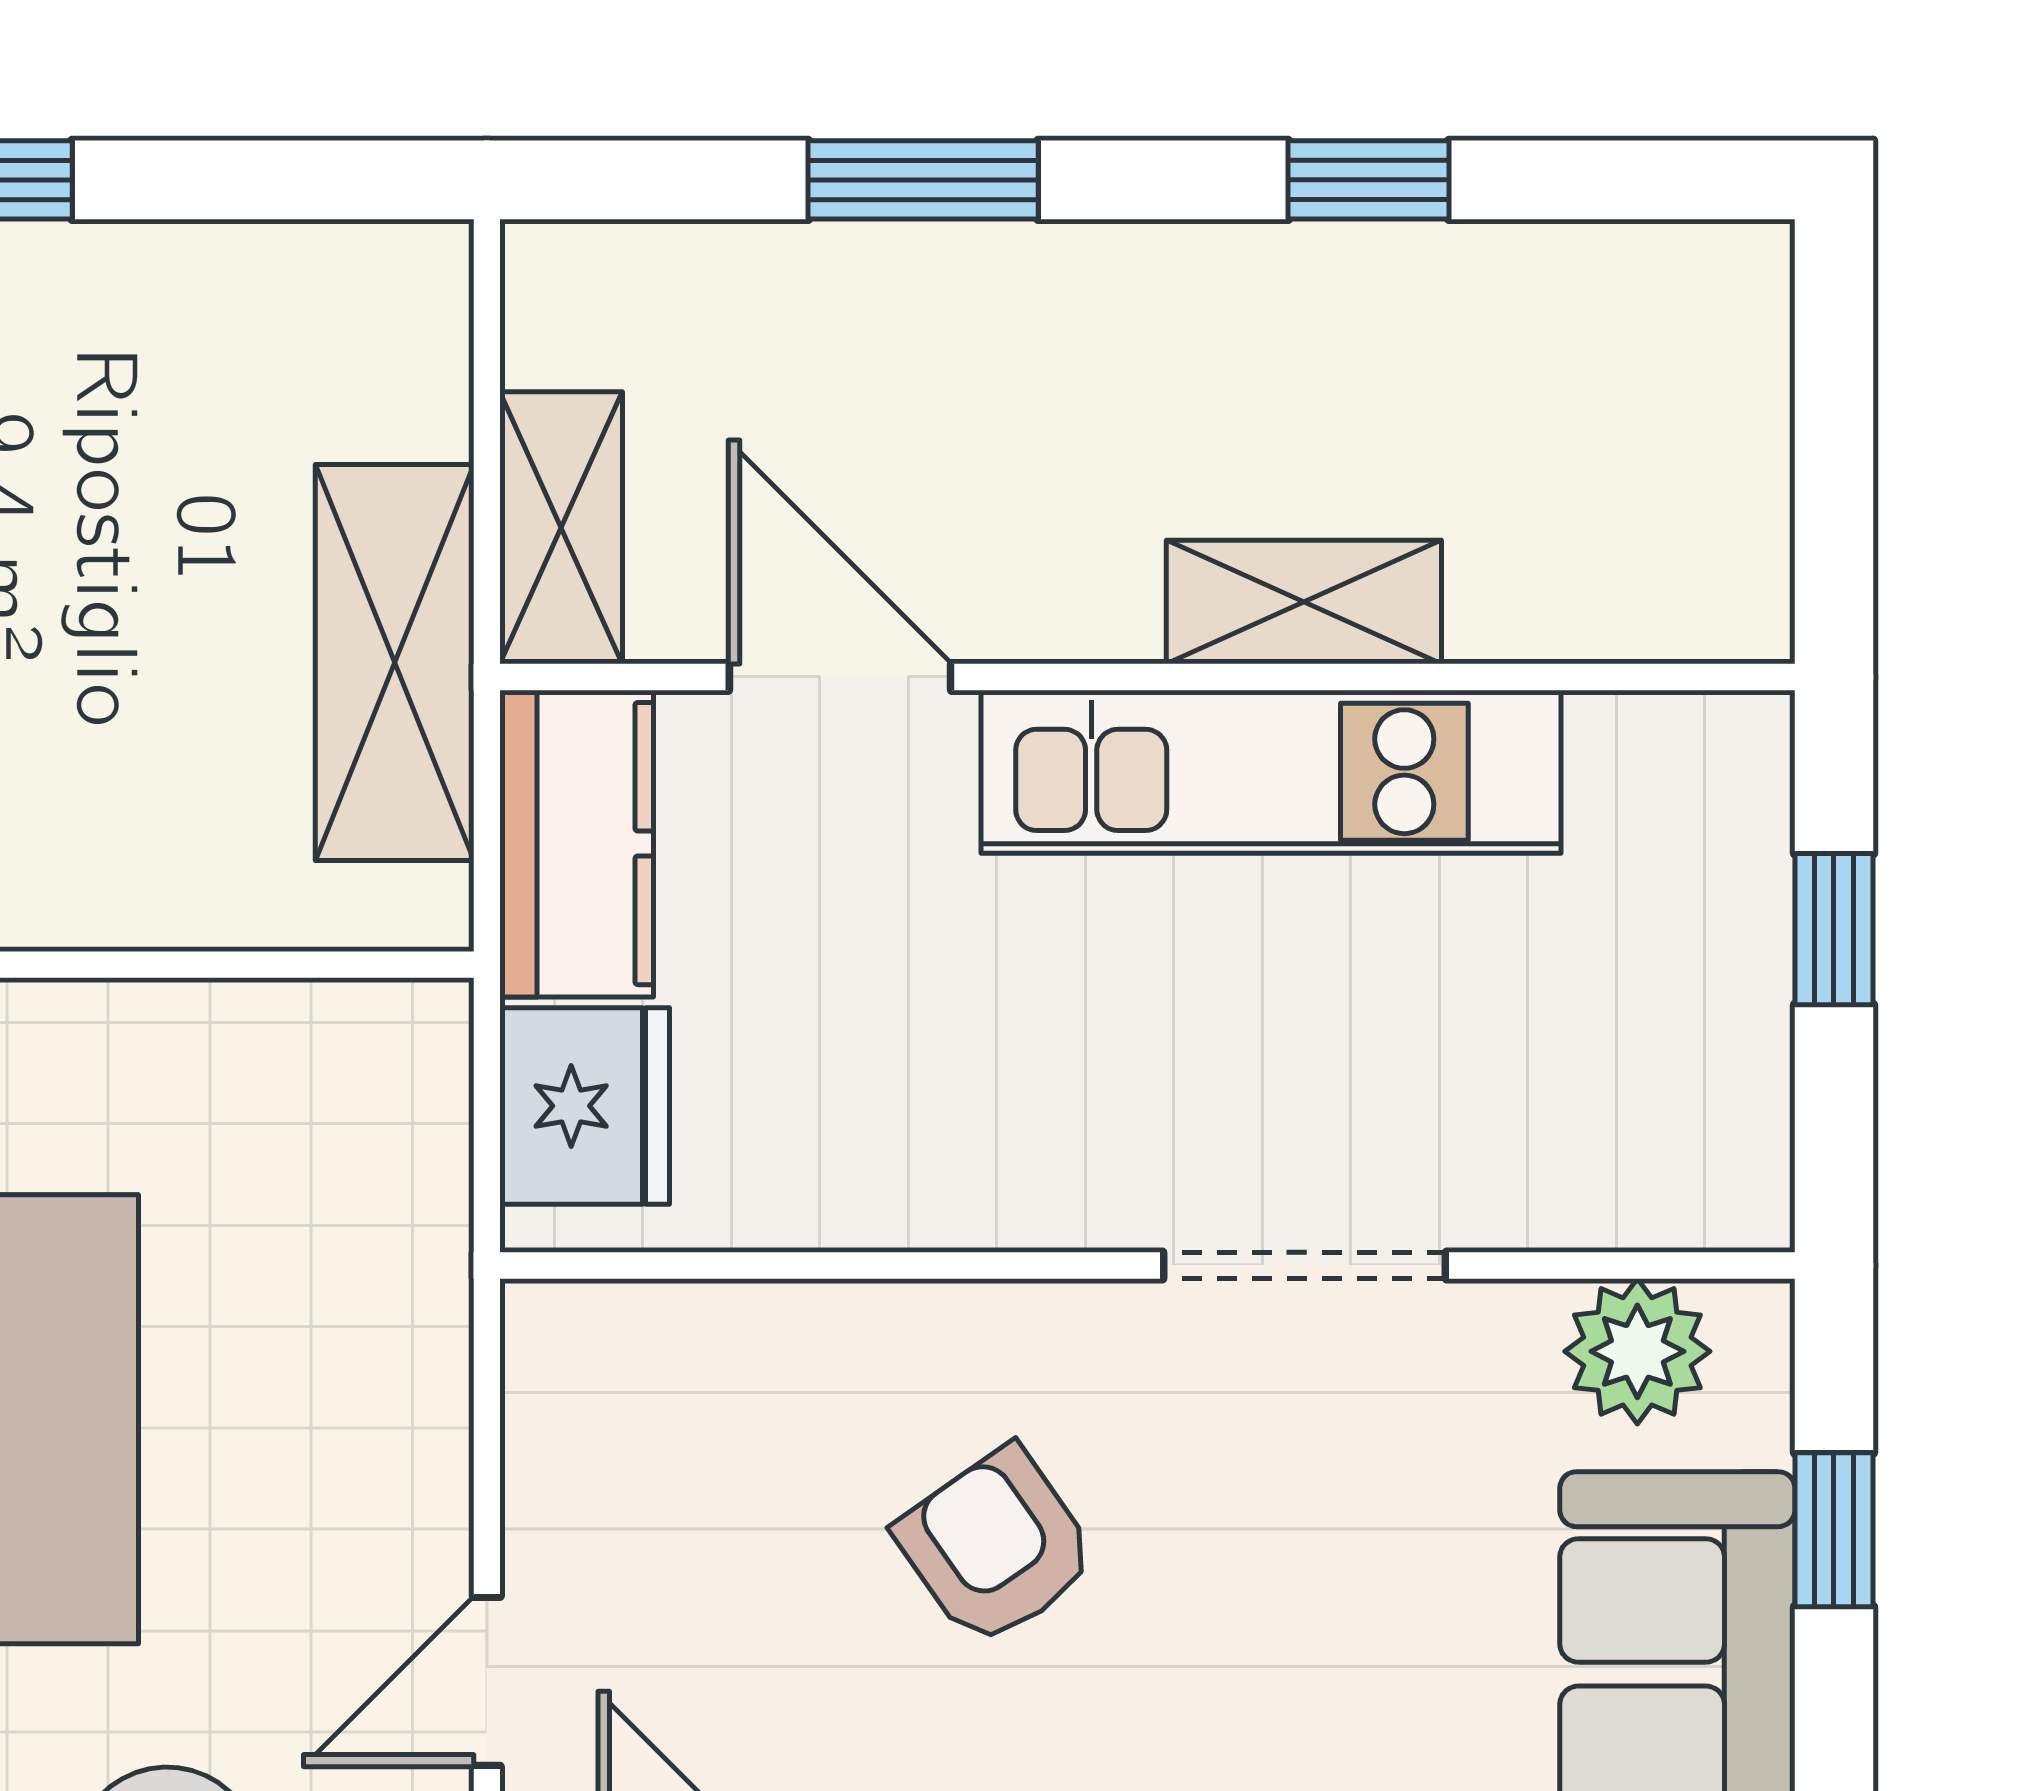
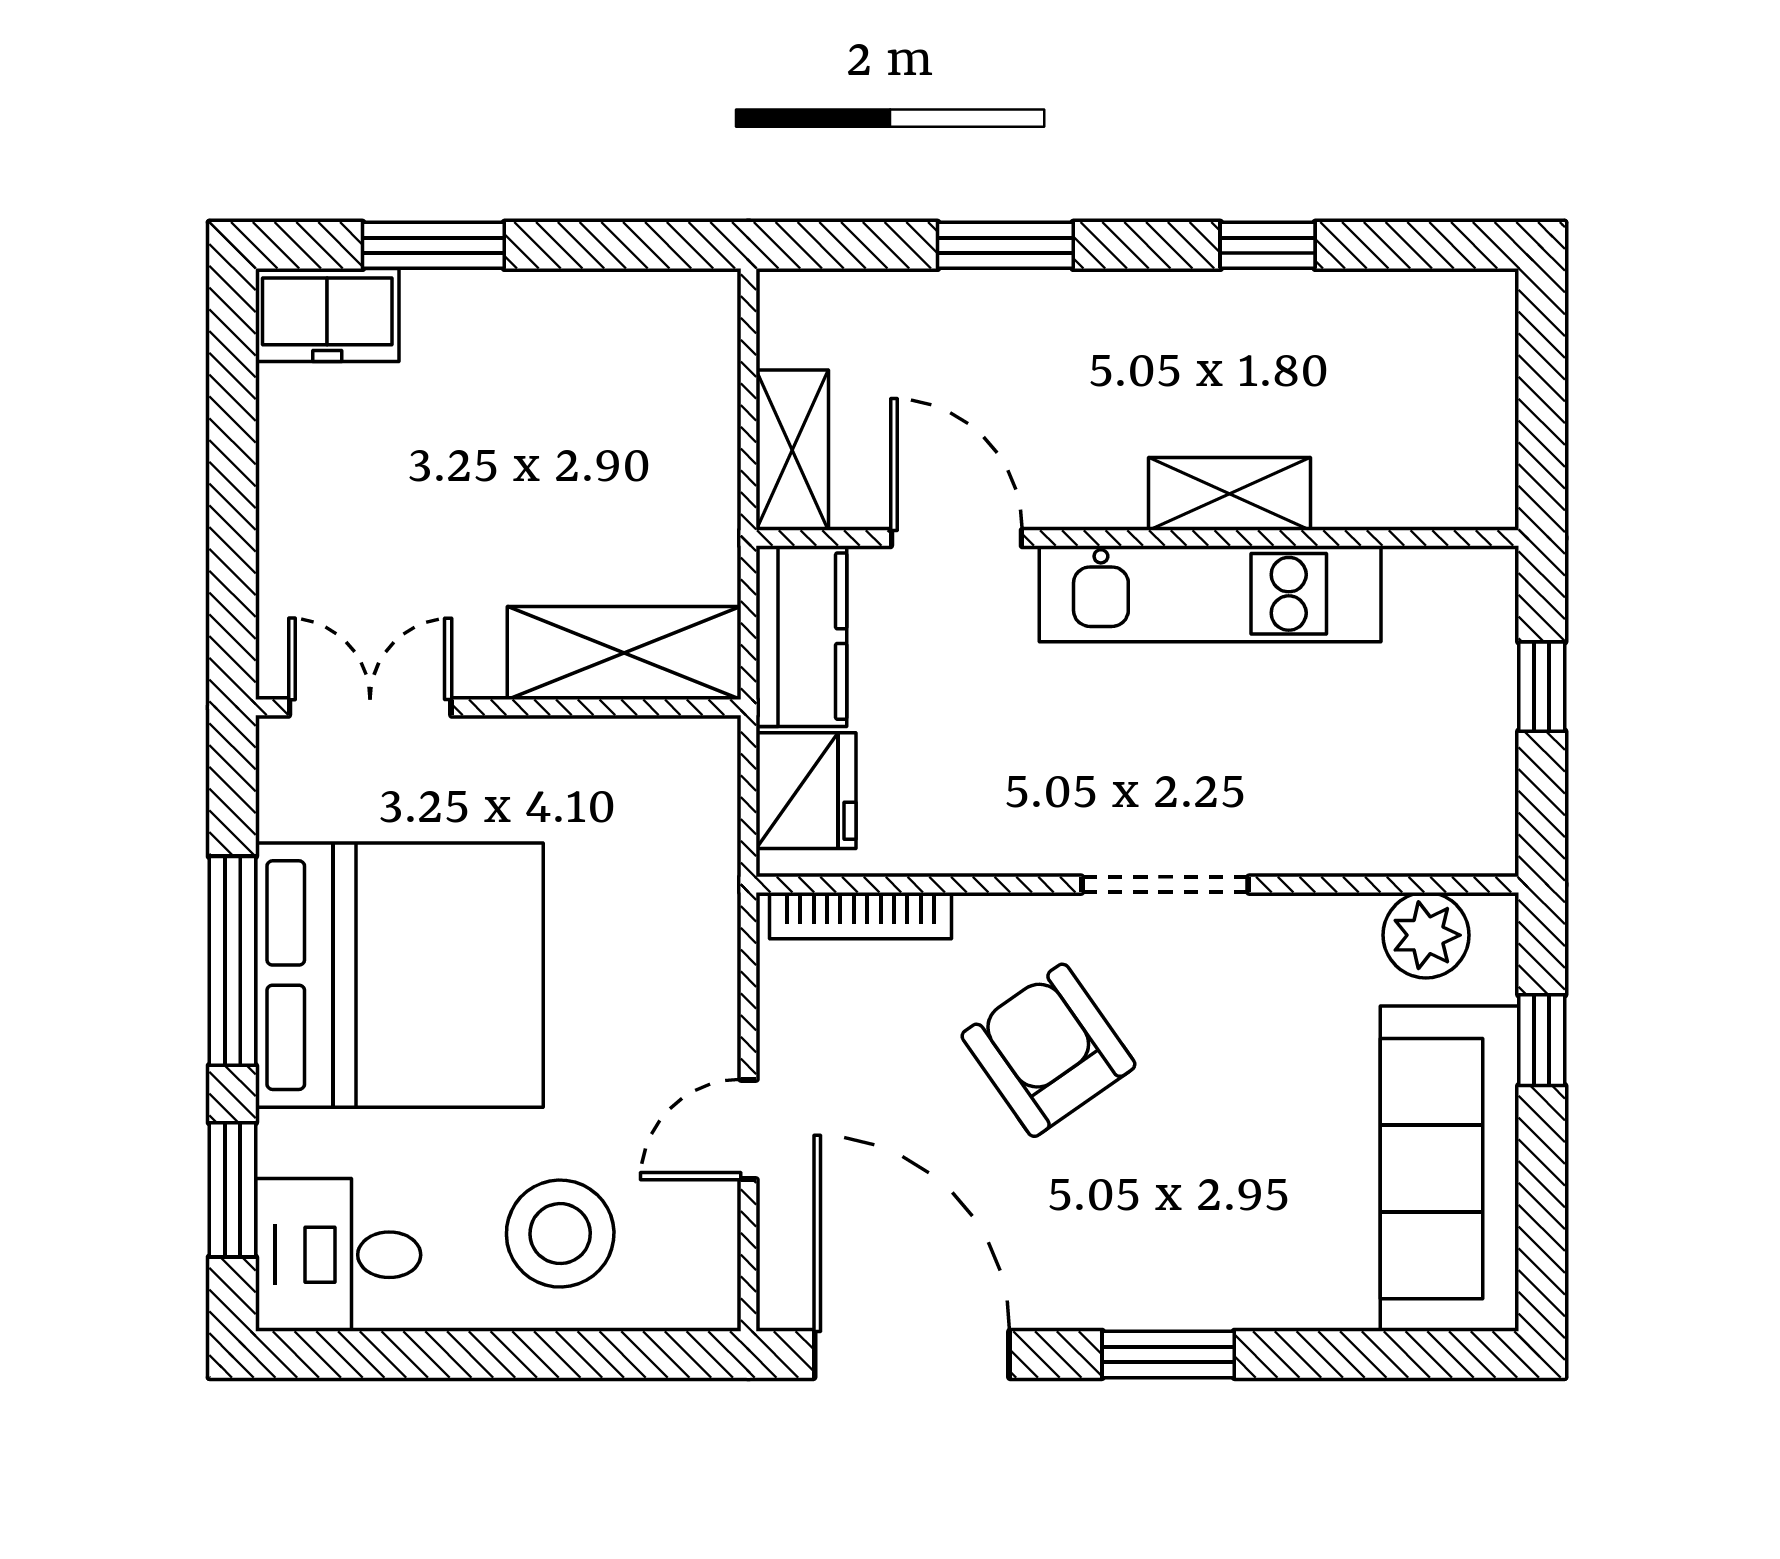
shelving: (395, 663) -> (624, 653), moved, turned 90
doorway: (1304, 1265) -> (1165, 885), moved
bookcase: (677, 1318) -> (860, 916), added
armchair: (996, 1547) -> (1048, 1050), width x1.38, depth x1.38

